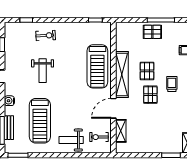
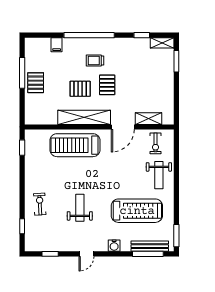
treadmill: (97, 66) -> (75, 145), turned 180
weight bench: (43, 71) -> (80, 208), turned -90
pallet: (150, 95) -> (107, 85), turned 90
door: (113, 108) -> (123, 127), hinge flipped
bench: (9, 128) -> (150, 246), width x1.36

